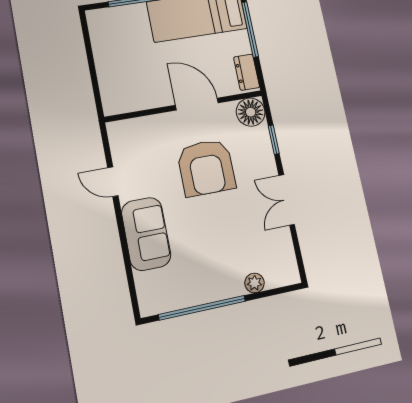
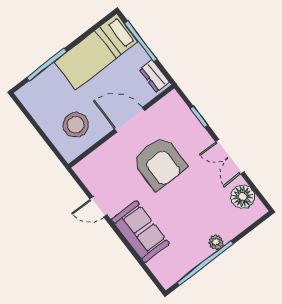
stool: (135, 79) -> (76, 125), added
floor lamp: (251, 112) -> (243, 197), moved
plant: (254, 283) -> (216, 242), moved

